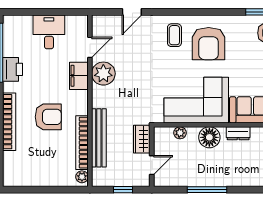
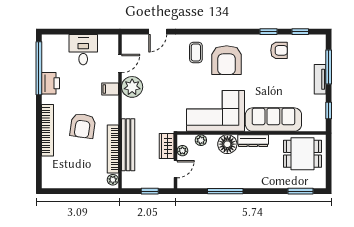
filing cabinet: (79, 76) -> (110, 89), width x0.50
armchair: (48, 117) -> (83, 126), turned 98
dresser: (238, 133) -> (253, 141), width x1.44
plant: (159, 144) -> (182, 151), added

